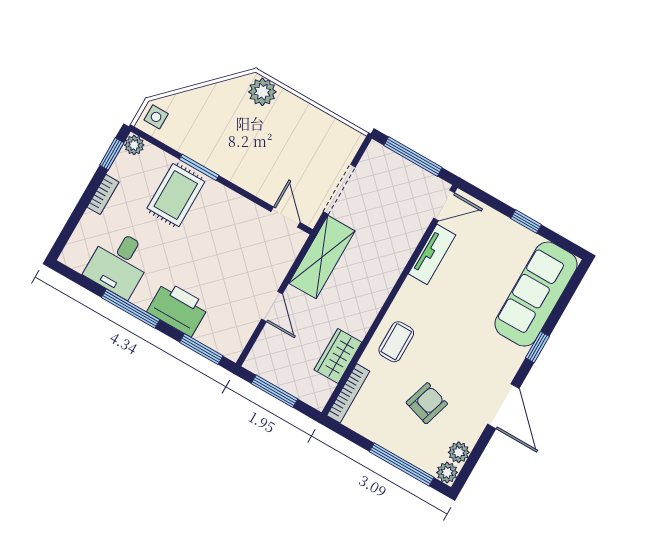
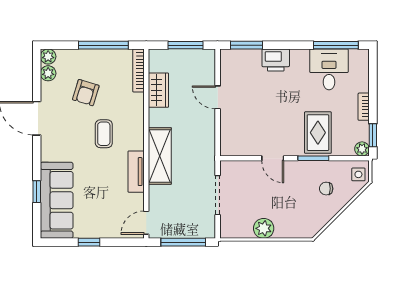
plant: (262, 92) -> (264, 228), moved
chair: (205, 122) -> (326, 189), added
door: (285, 217) -> (273, 158), moved
tv unit: (432, 254) -> (136, 172), moved
shelving: (322, 257) -> (160, 156), moved
window: (131, 309) -> (336, 45), moved
printer: (178, 309) -> (276, 60), width x0.73, depth x0.84
coffee table: (396, 342) -> (104, 134), moved
window: (537, 347) -> (37, 192), moved
window: (402, 464) -> (103, 45), moved

